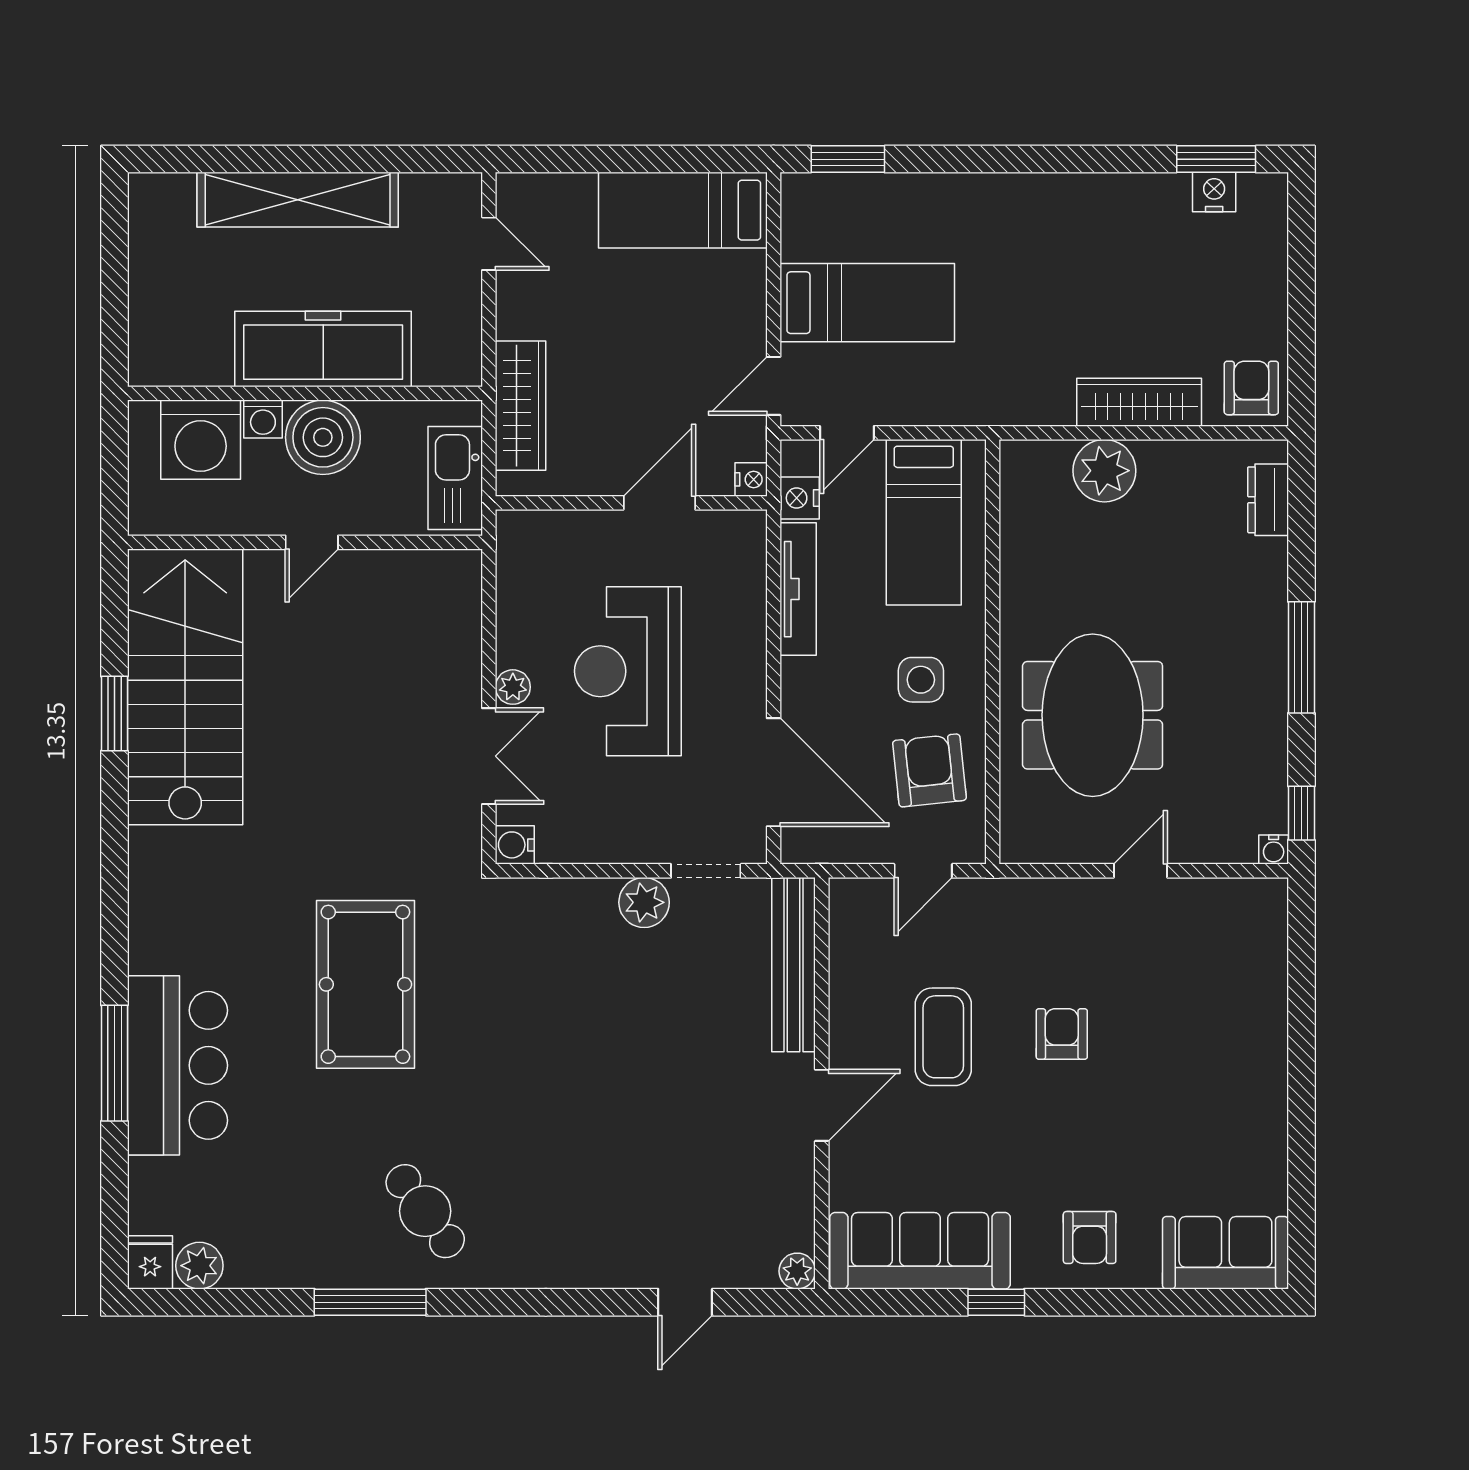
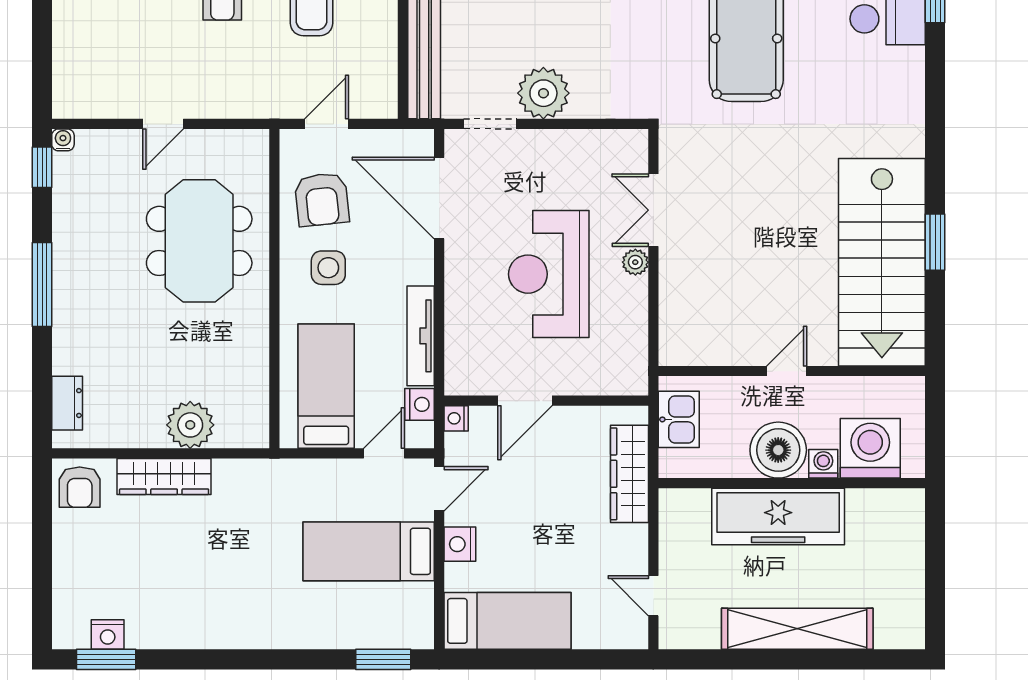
nightstand: (746, 312) -> (460, 544), added
kitchen sink: (455, 478) -> (679, 419), width x0.73
reception desk: (628, 671) -> (549, 274), turned 180
water cooler: (515, 845) -> (634, 143), removed
plant: (644, 902) -> (543, 93), width x1.36, depth x1.36

